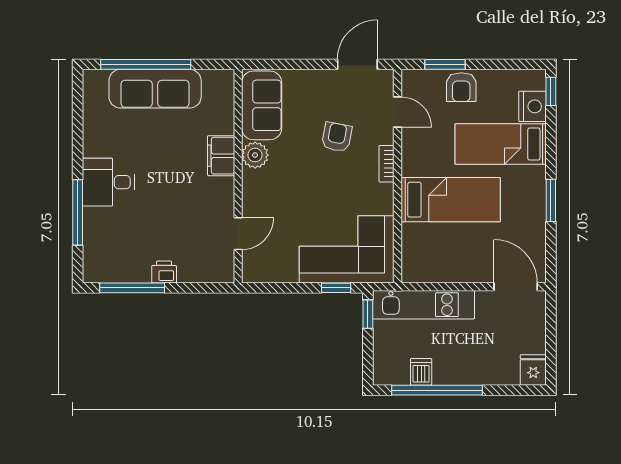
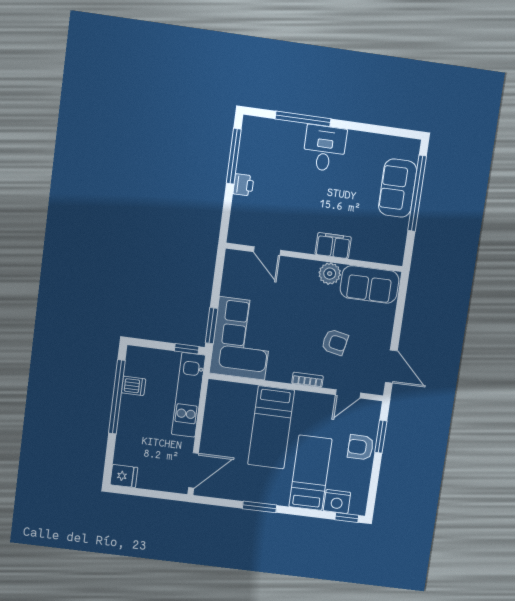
sofa: (155, 89) -> (398, 188), width x0.73
window: (336, 288) -> (212, 326), width x1.50

